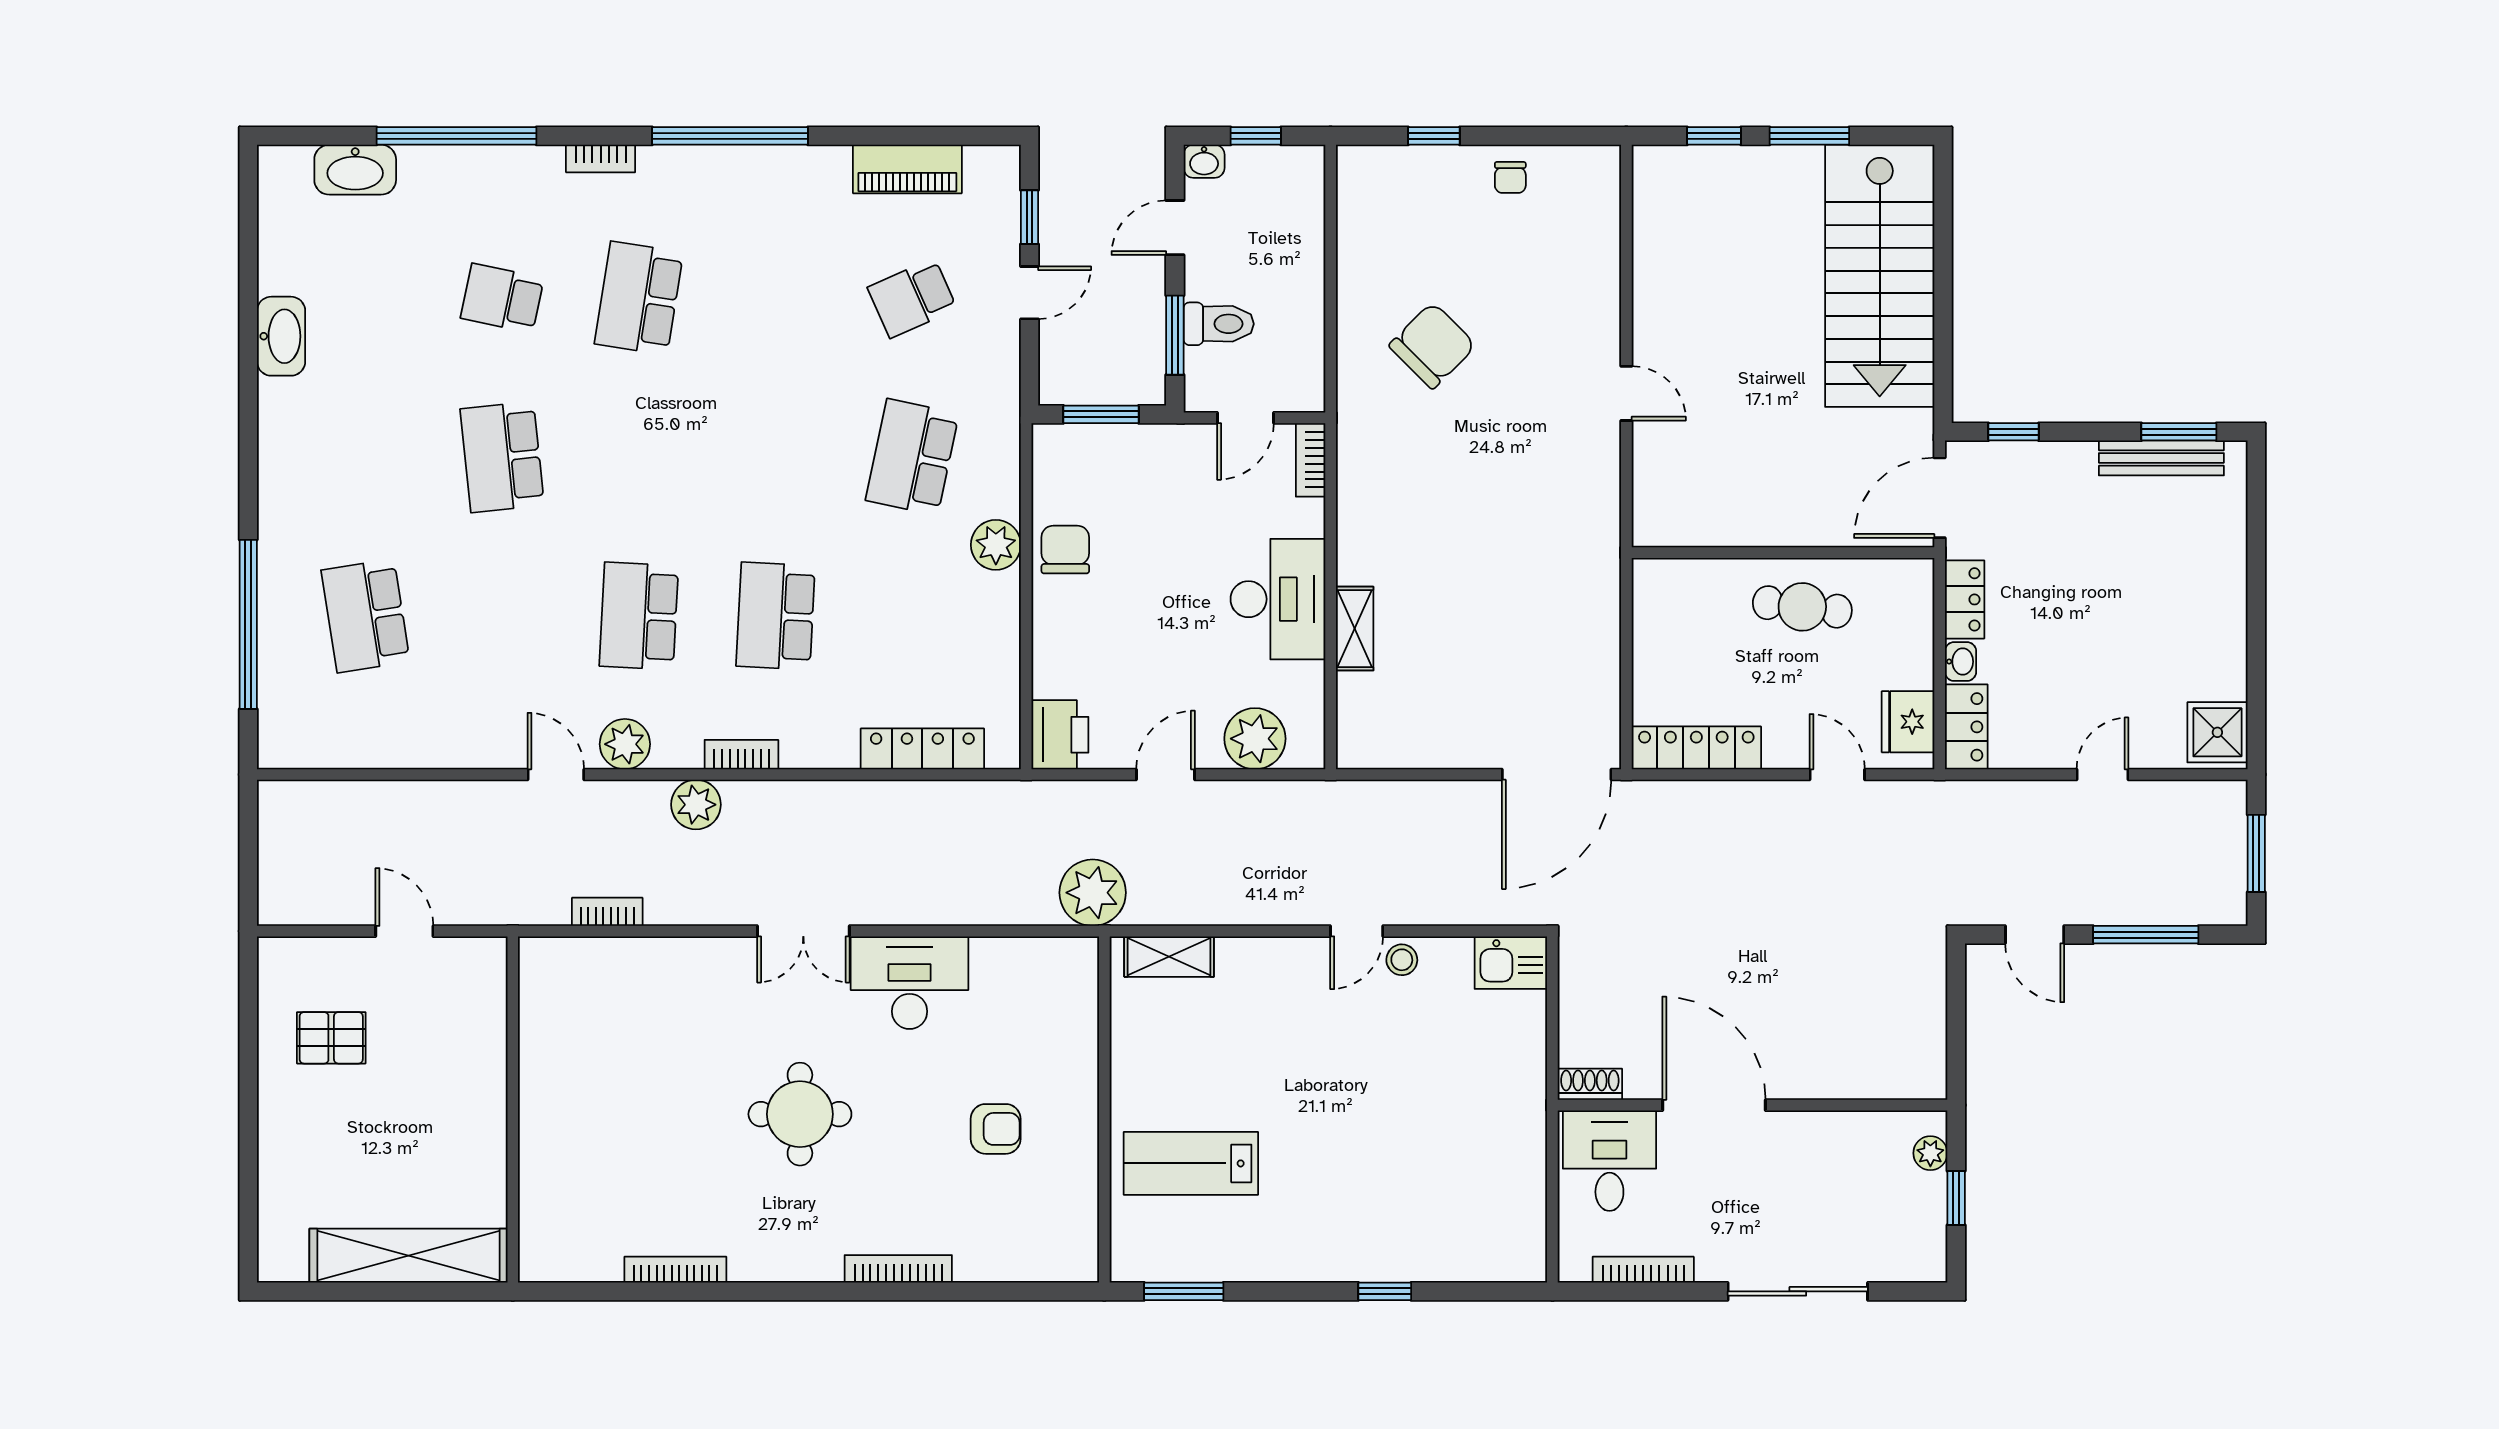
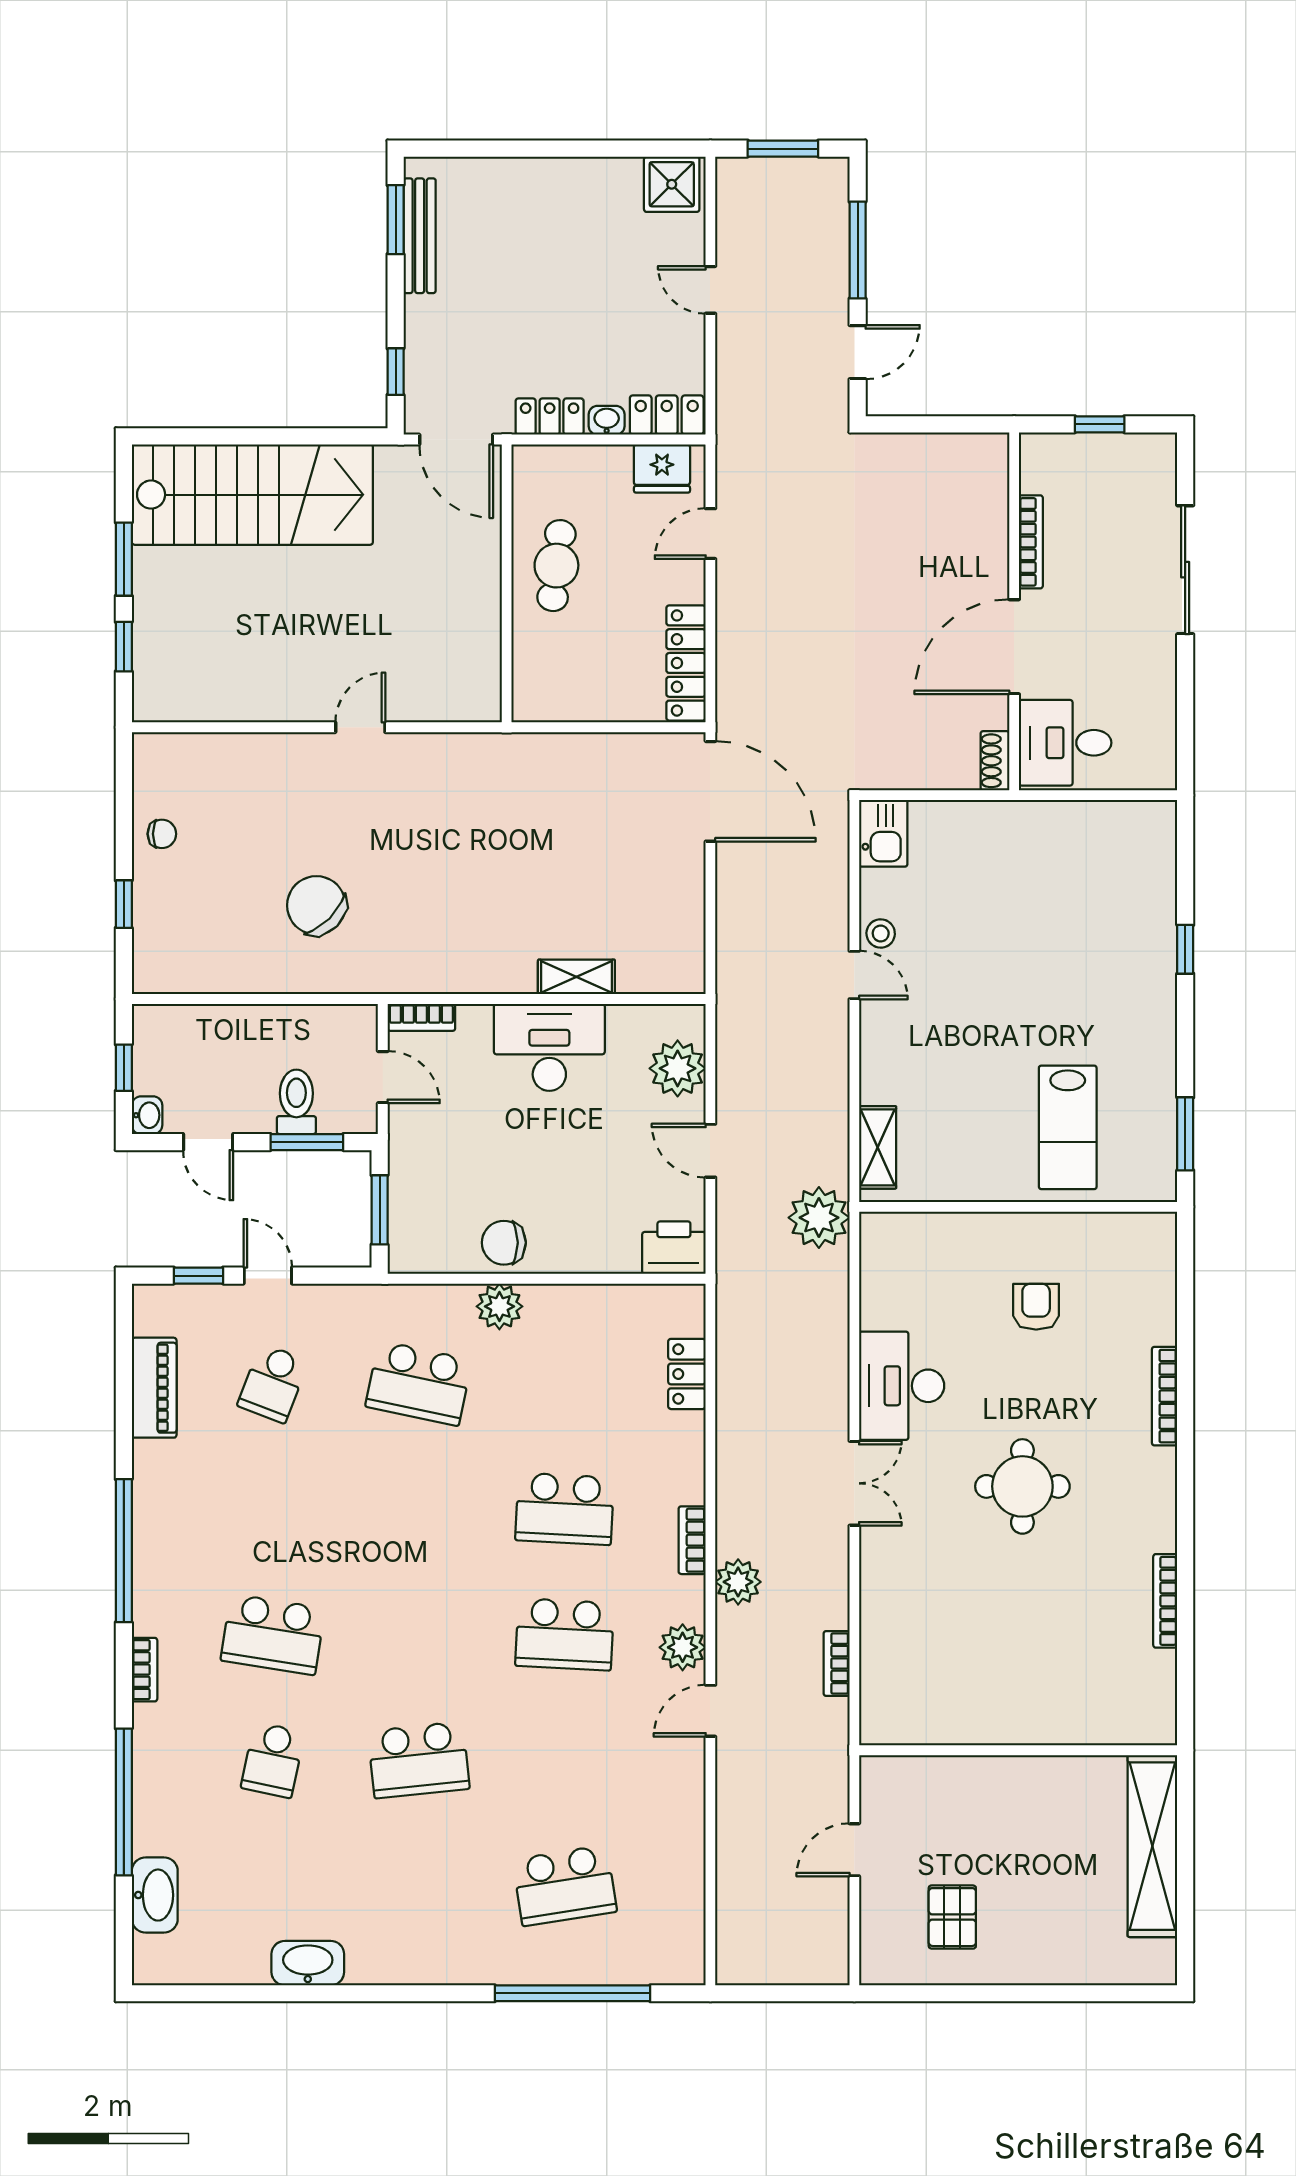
school desk: (912, 298) -> (273, 1383), turned 45
locker: (922, 749) -> (687, 1374), width x0.66
plant: (1930, 1153) -> (1058, 448), removed
bookcase: (1643, 1270) -> (1031, 542), moved, turned 180

